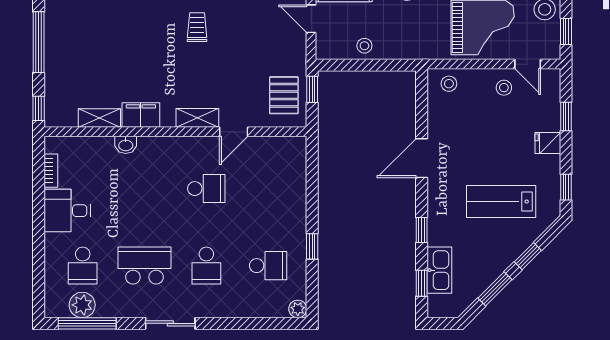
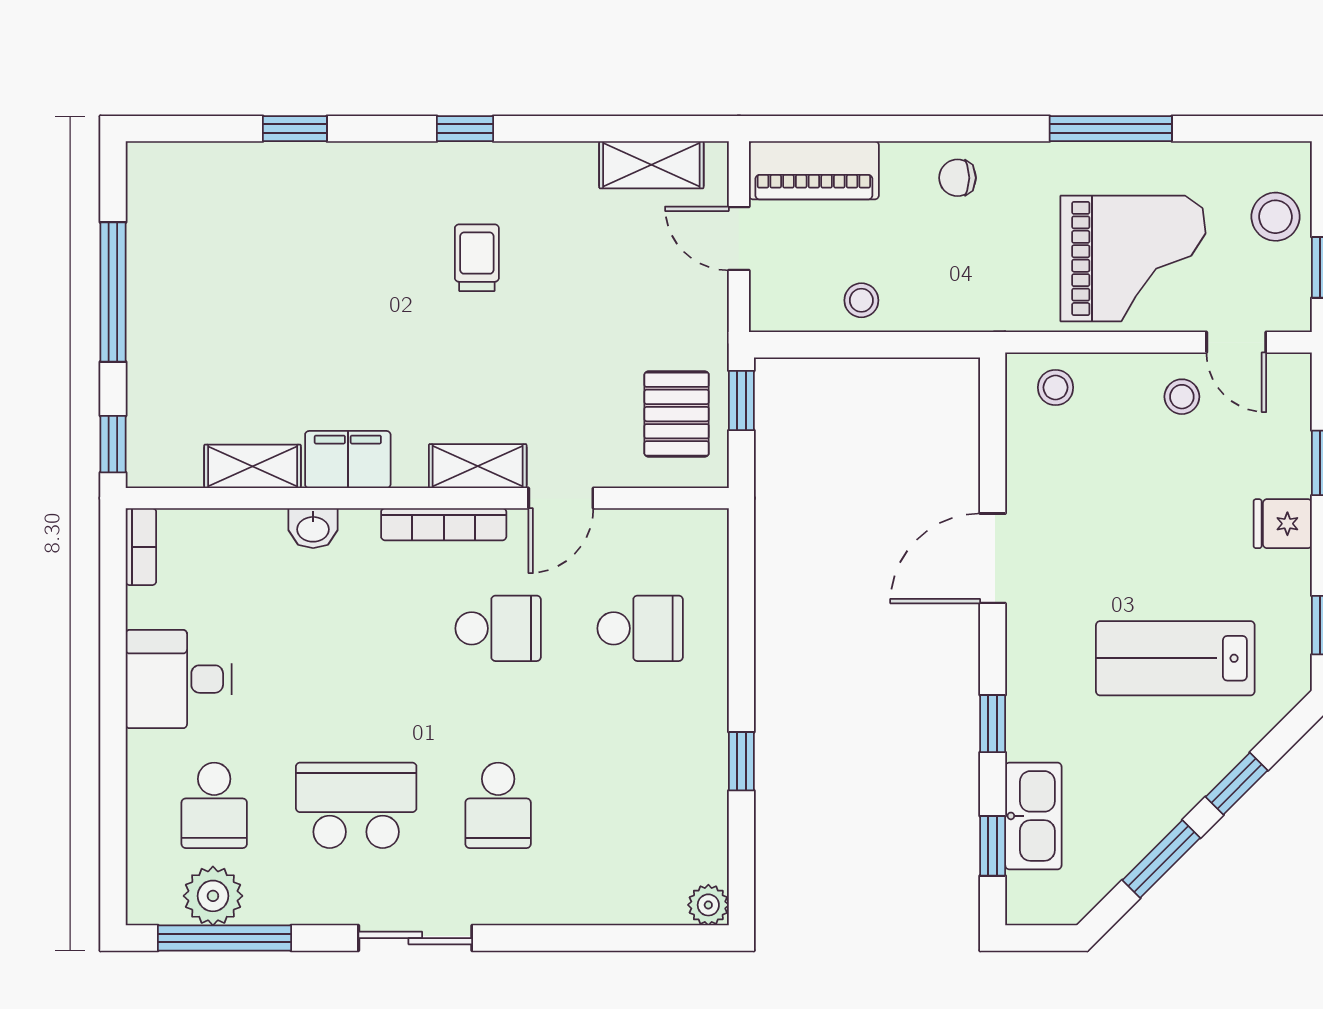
bookcase: (183, 143) -> (444, 524), added
bookcase: (51, 171) -> (141, 547), moved
school desk: (268, 266) -> (640, 628), moved

